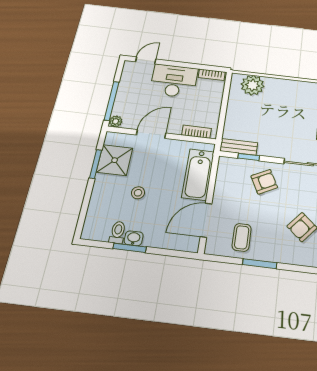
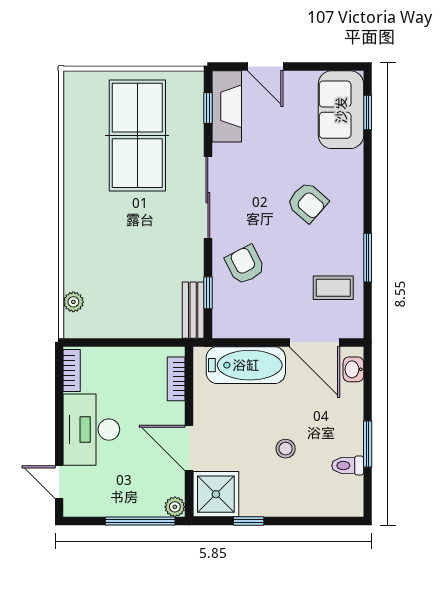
plant: (252, 85) -> (73, 302), width x0.53, depth x0.53
shower: (115, 160) -> (216, 494), moved
window: (96, 164) -> (249, 521), width x0.67
washbasin: (134, 238) -> (353, 369), moved

